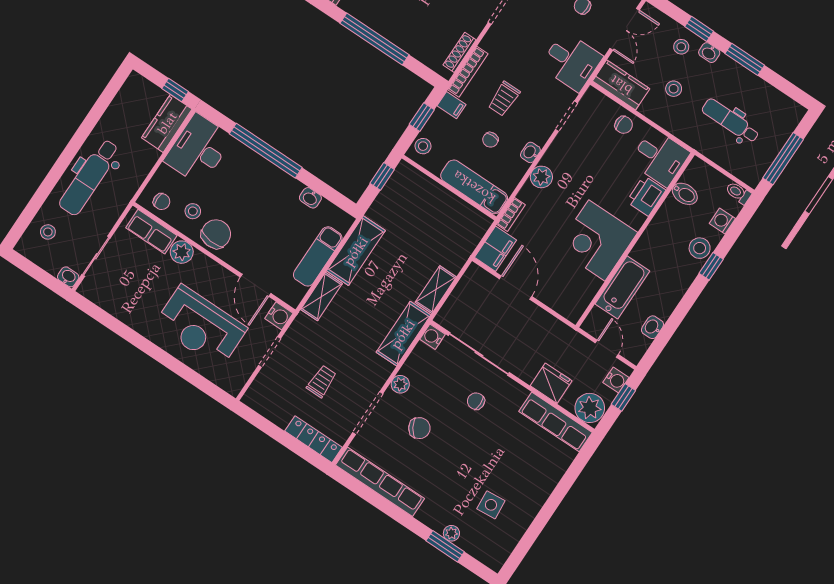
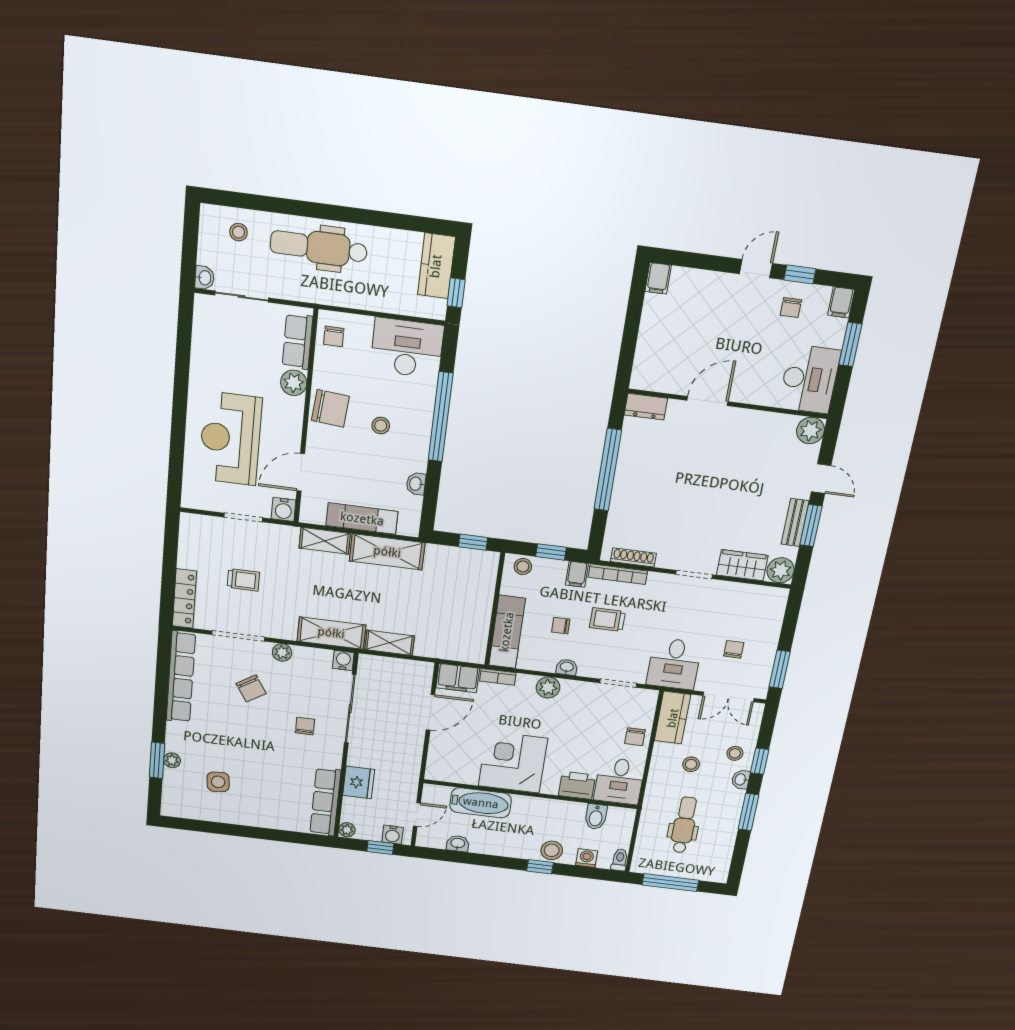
kitchen counter: (167, 123) -> (436, 266), moved, turned -90
stool: (193, 211) -> (381, 426), moved
plant: (590, 408) -> (347, 830), width x0.53, depth x0.53

